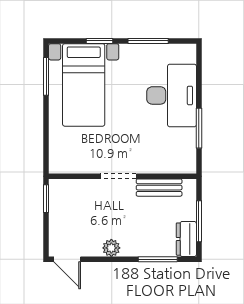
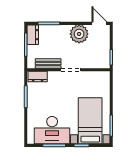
desk: (172, 95) -> (52, 130), moved, turned -90
dresser: (178, 164) -> (38, 77), added
plant: (111, 248) -> (79, 34), width x1.87, depth x1.87

